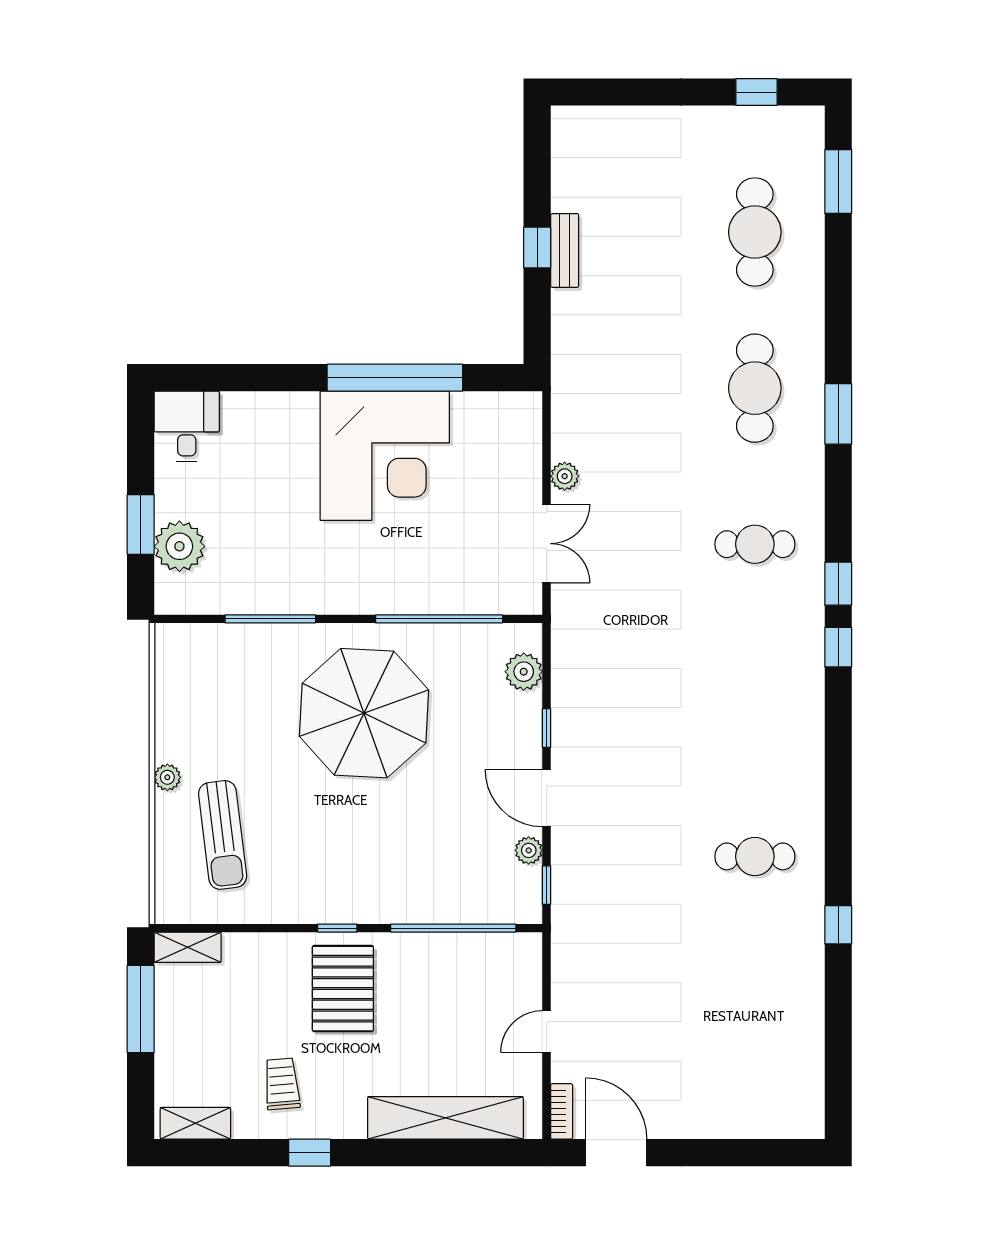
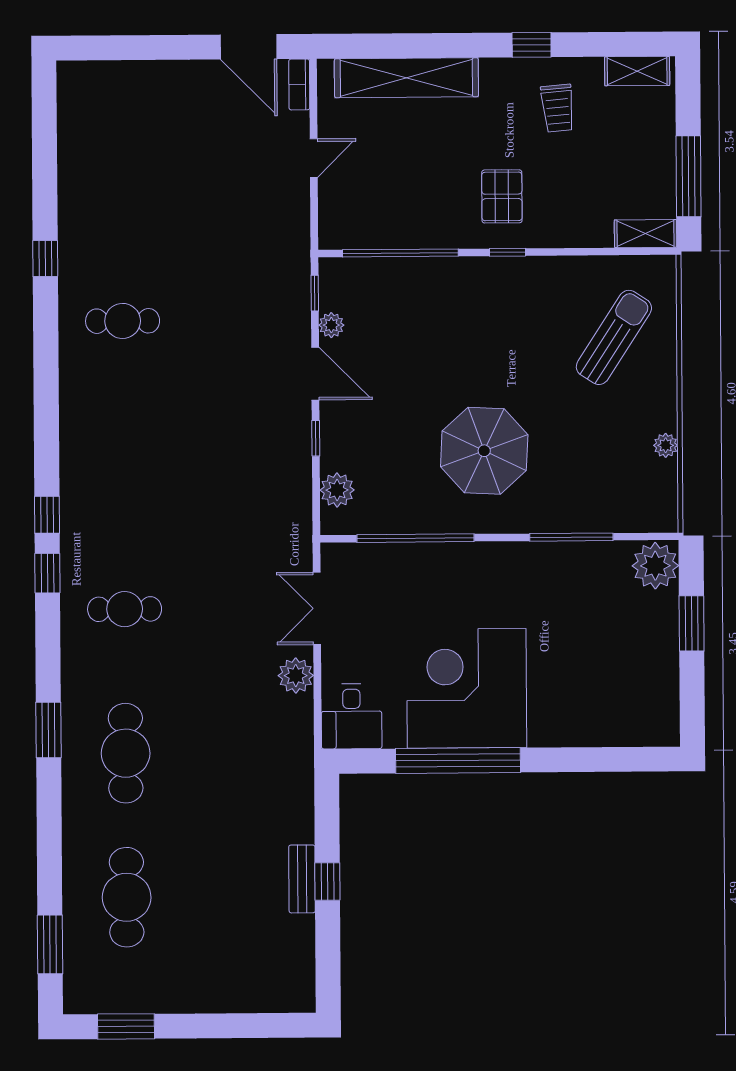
window: (756, 92) -> (126, 1026), width x1.50
desk: (187, 426) -> (351, 716), moved
plant: (565, 476) -> (296, 676), width x1.38, depth x1.38
plant: (179, 546) -> (655, 566), moved
parasol: (364, 713) -> (484, 451), width x0.73, depth x0.73
plant: (167, 777) -> (666, 445), moved
sun lounger: (223, 835) -> (614, 337), turned 40
pallet: (343, 989) -> (502, 196), width x0.67, depth x0.71

